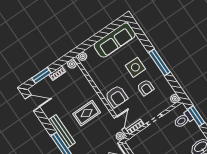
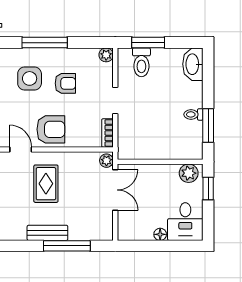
door: (119, 123) -> (21, 149), moved
bench: (62, 131) -> (47, 233), width x0.73

